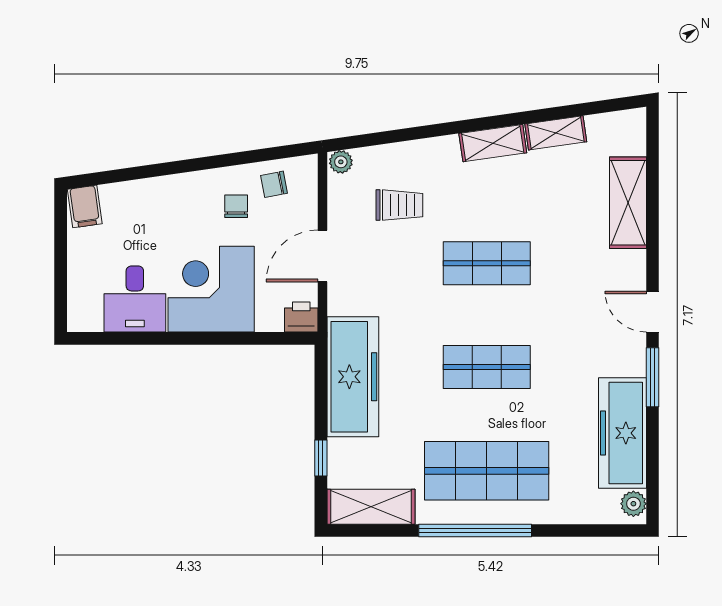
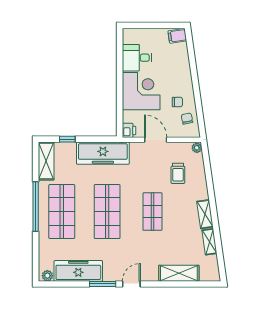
shop shelf: (487, 367) -> (107, 212), width x1.43, depth x1.36

